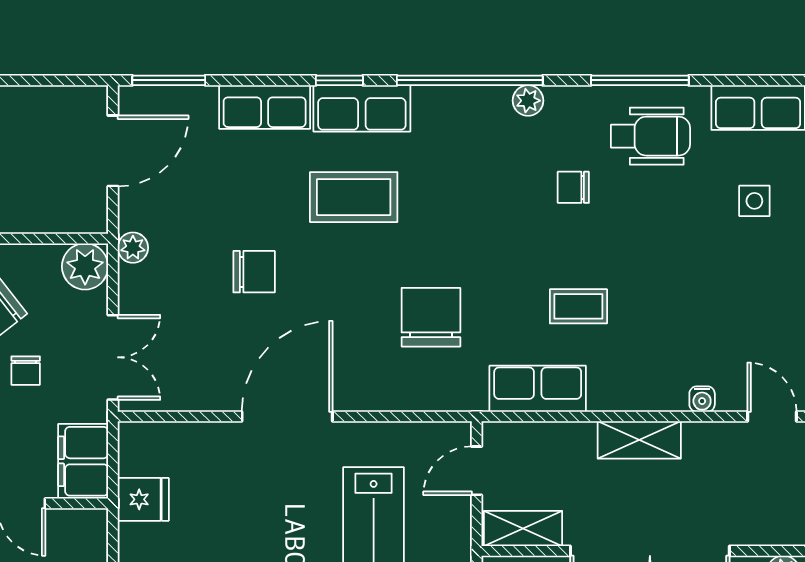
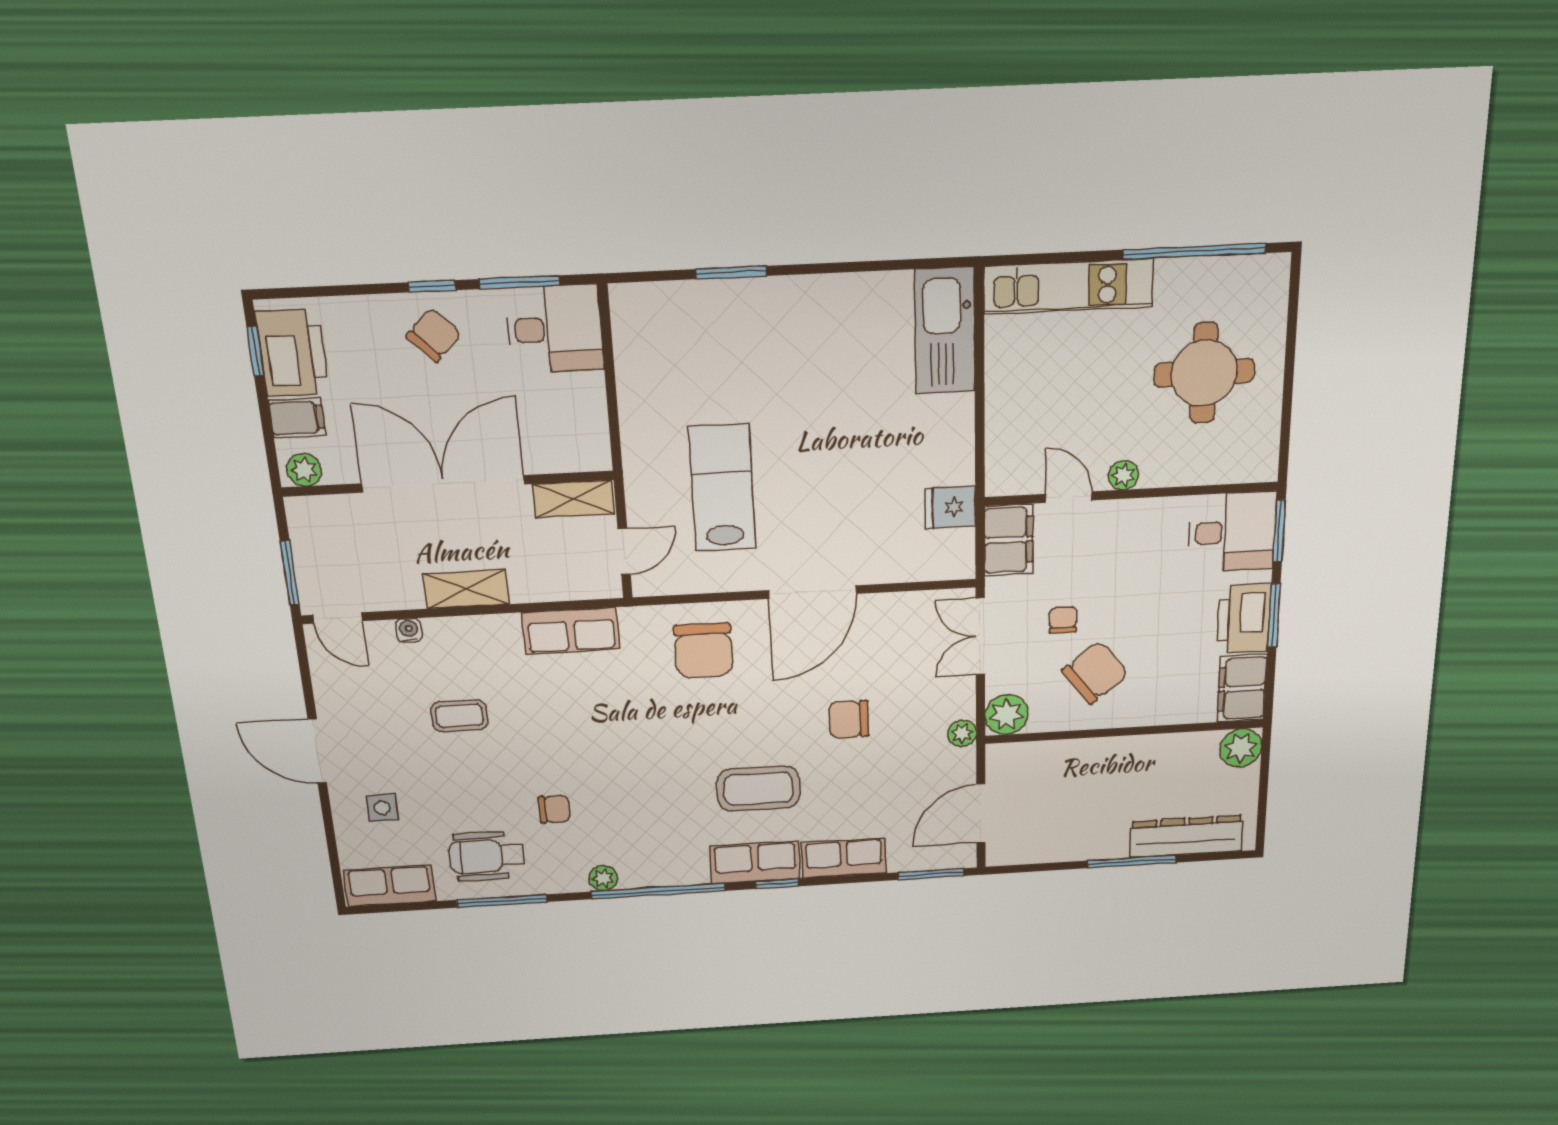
coffee table: (578, 306) -> (459, 716), moved
chair: (431, 317) -> (703, 650), moved

